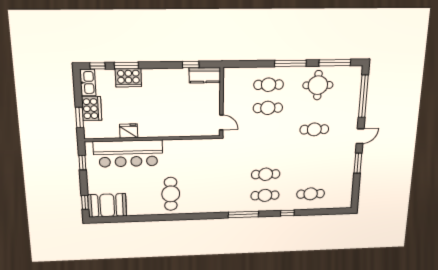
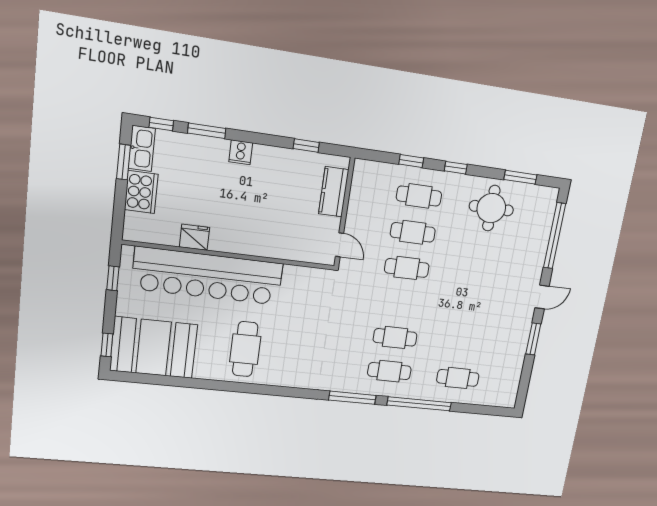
window: (290, 63) -> (456, 168), width x0.46
window: (335, 63) -> (520, 177), width x0.69
window: (260, 64) -> (411, 161), added
kitchen counter: (205, 75) -> (334, 192), moved, turned 90
cooker: (128, 78) -> (241, 152), moved, width x0.53, depth x0.76
window: (79, 118) -> (123, 162), moved
cafe table: (314, 129) -> (407, 268), moved
bar counter: (128, 154) -> (208, 276), width x1.36
booth: (107, 205) -> (154, 348), width x1.36, depth x1.42
window: (287, 213) -> (419, 404), width x3.17

